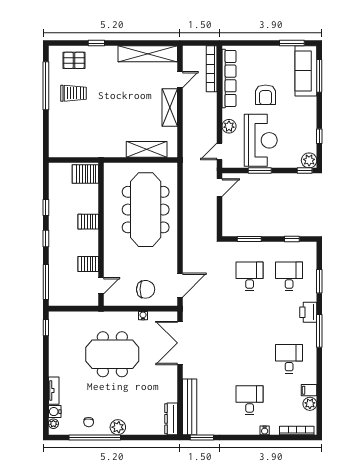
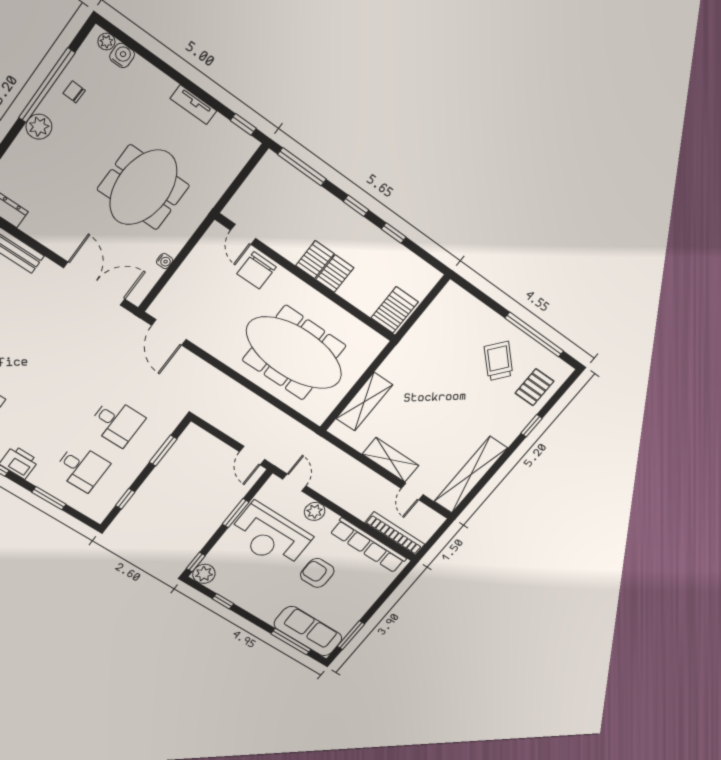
trolley: (74, 93) -> (499, 361), turned 132
server rack: (88, 264) -> (315, 260), moved
chair: (146, 289) -> (257, 270), moved
tv unit: (54, 391) -> (193, 105), moved

